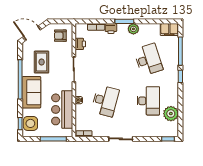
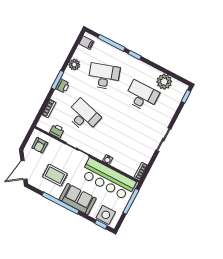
printer: (111, 29) -> (63, 86), moved
plant: (133, 29) -> (74, 65), moved
filing cabinet: (169, 30) -> (87, 43), width x0.50
desk: (105, 101) -> (83, 116), moved
bar counter: (62, 109) -> (108, 179), width x1.36

